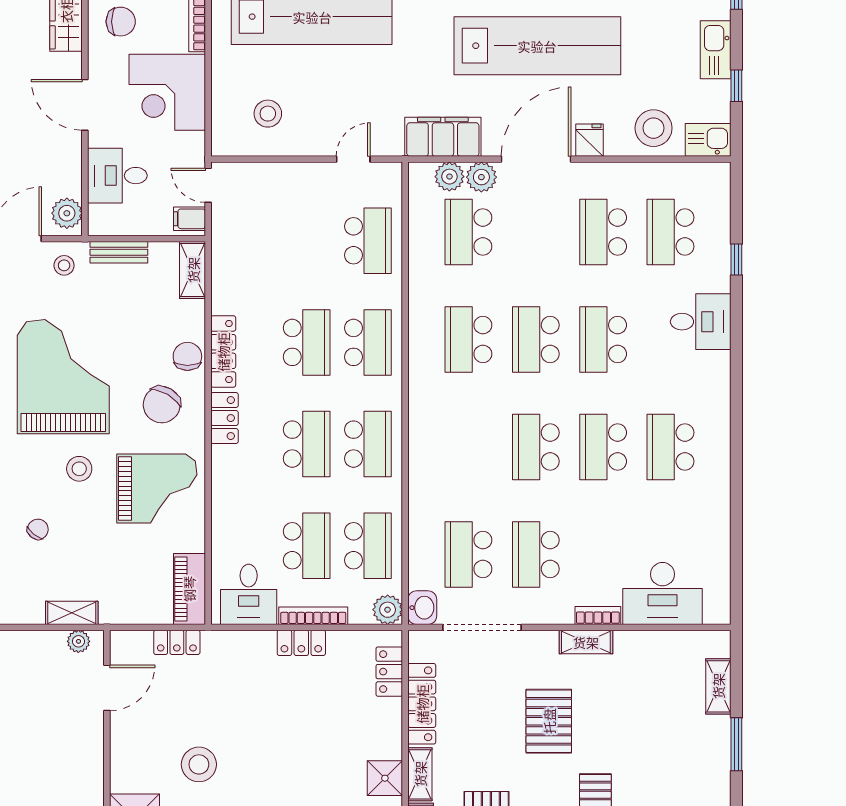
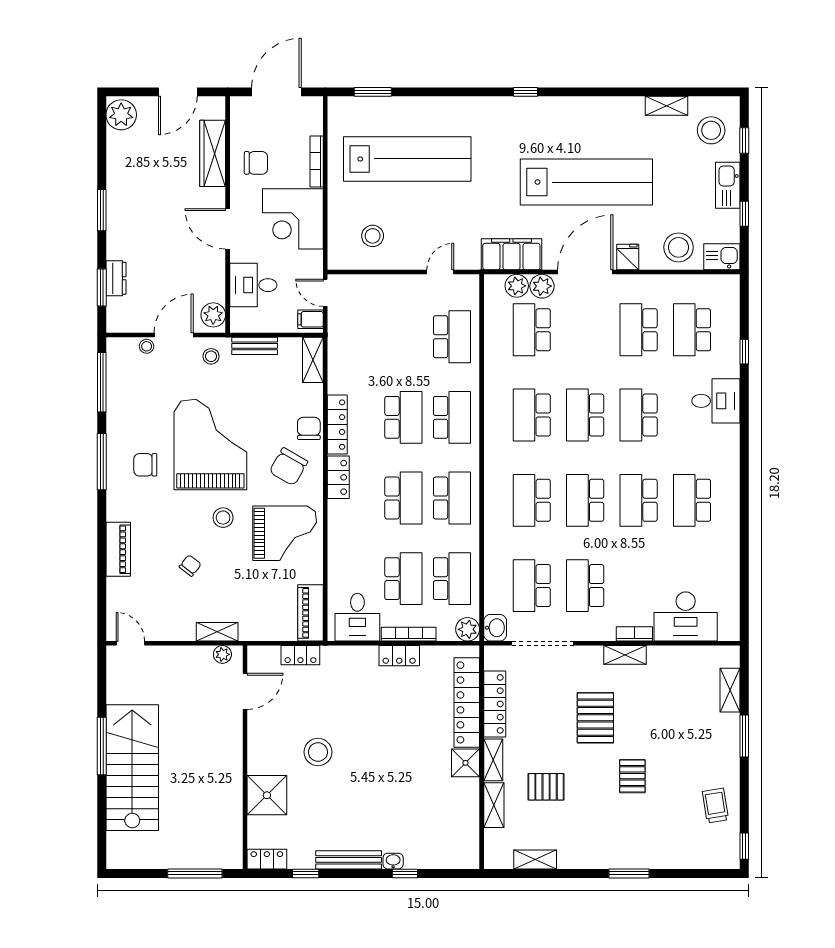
school desk: (468, 447) -> (532, 500), added
locker: (389, 672) -> (467, 702), width x2.16, depth x1.21

